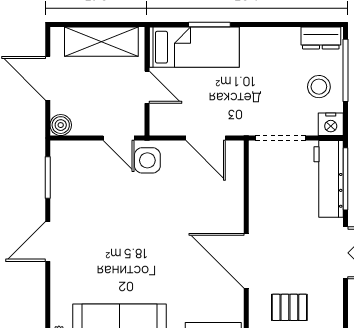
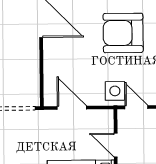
armchair: (136, 239) -> (123, 33), added

